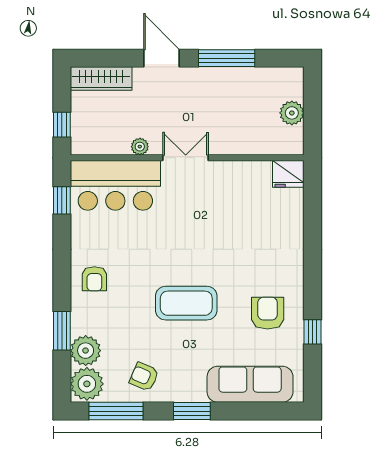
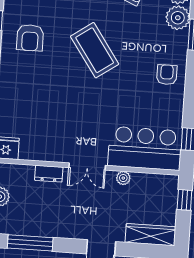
window: (227, 58) -> (30, 243), moved
dresser: (233, 146) -> (49, 174), added
coffee table: (186, 303) -> (95, 50), turned 55

